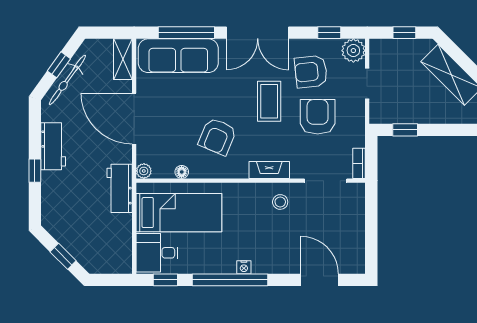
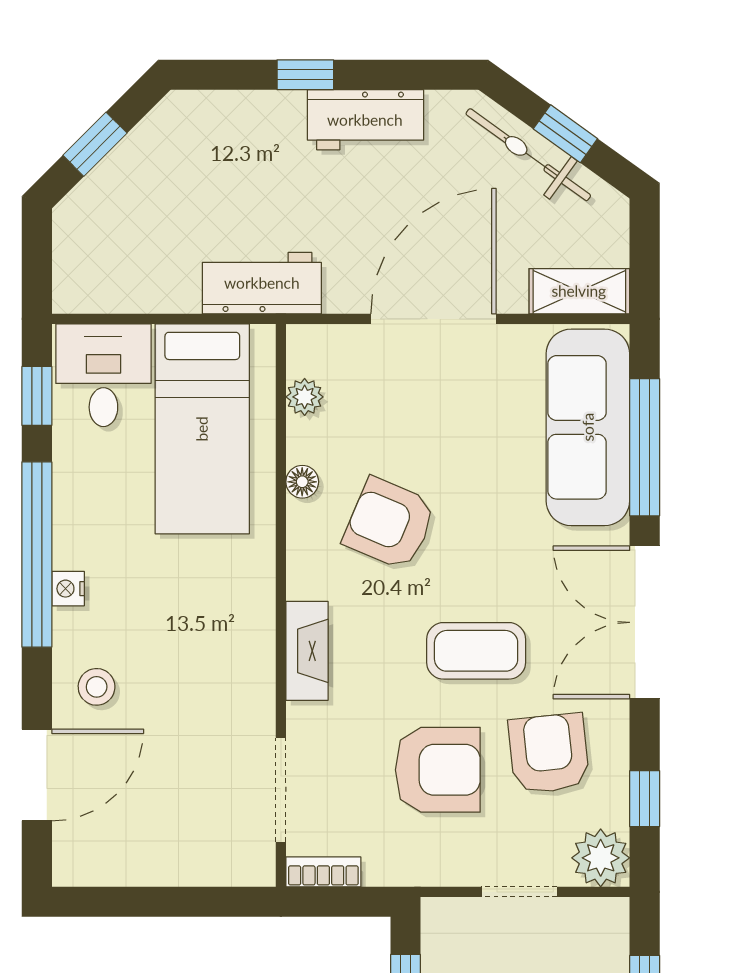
plant: (144, 171) -> (305, 397), moved
floor lamp: (182, 172) -> (302, 482), moved
stool: (280, 202) -> (97, 687), moved

